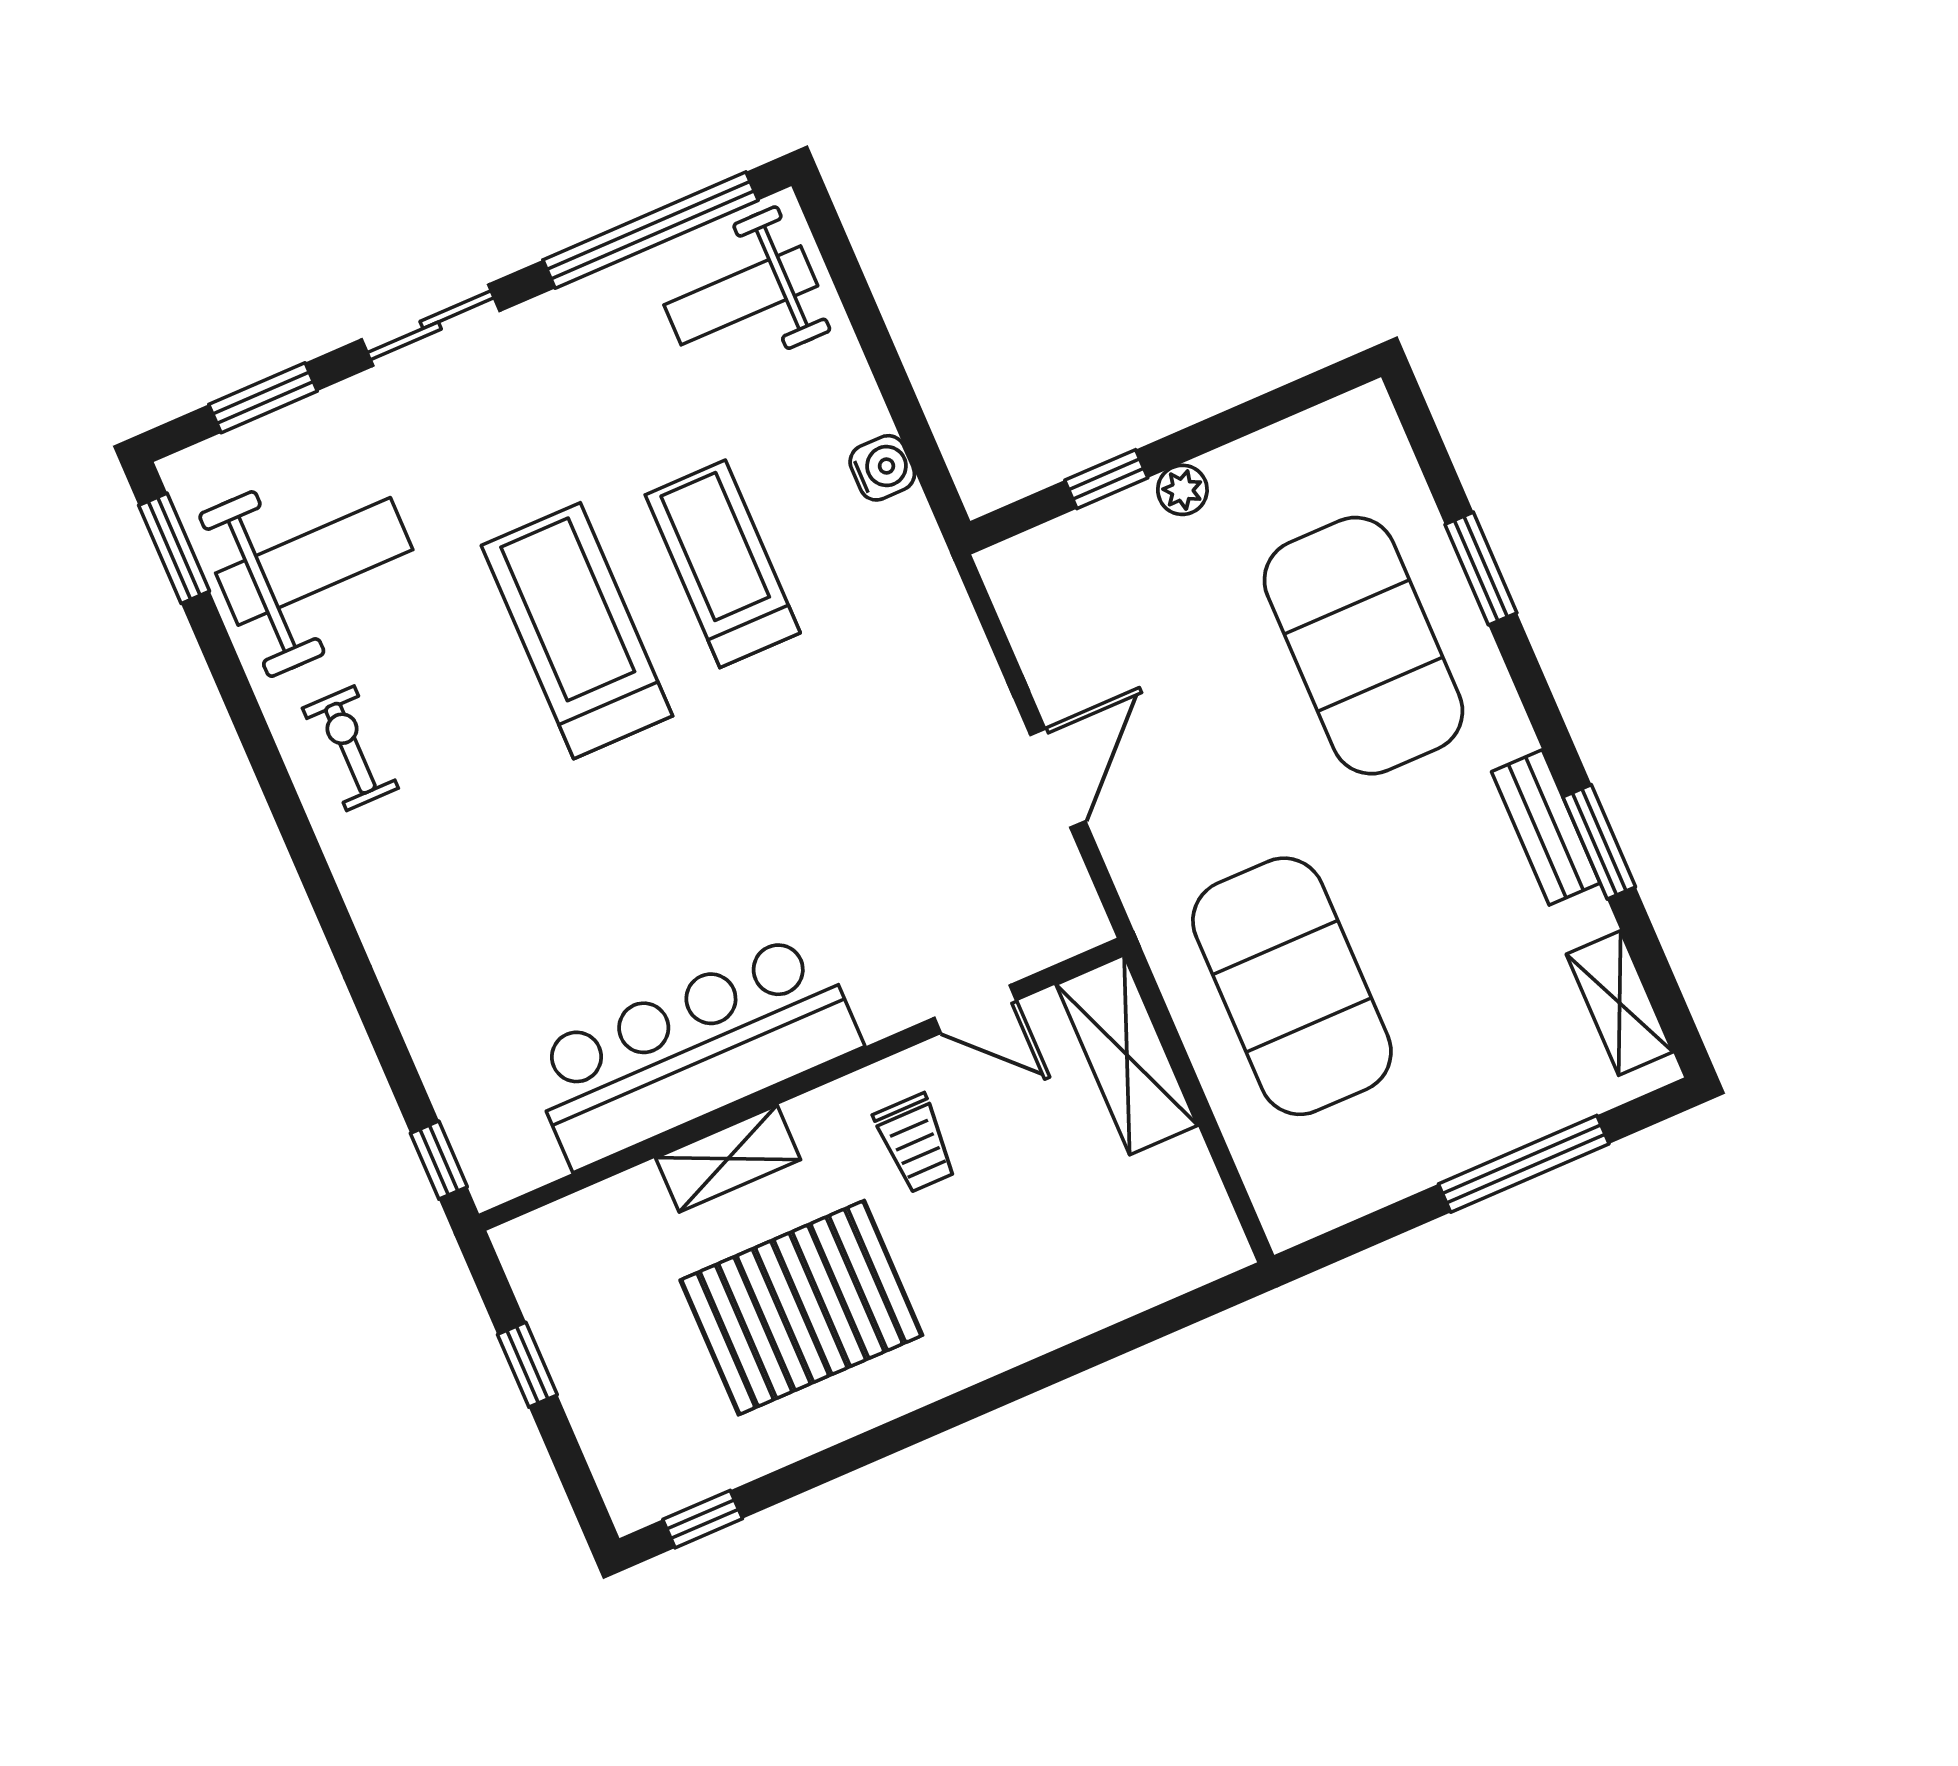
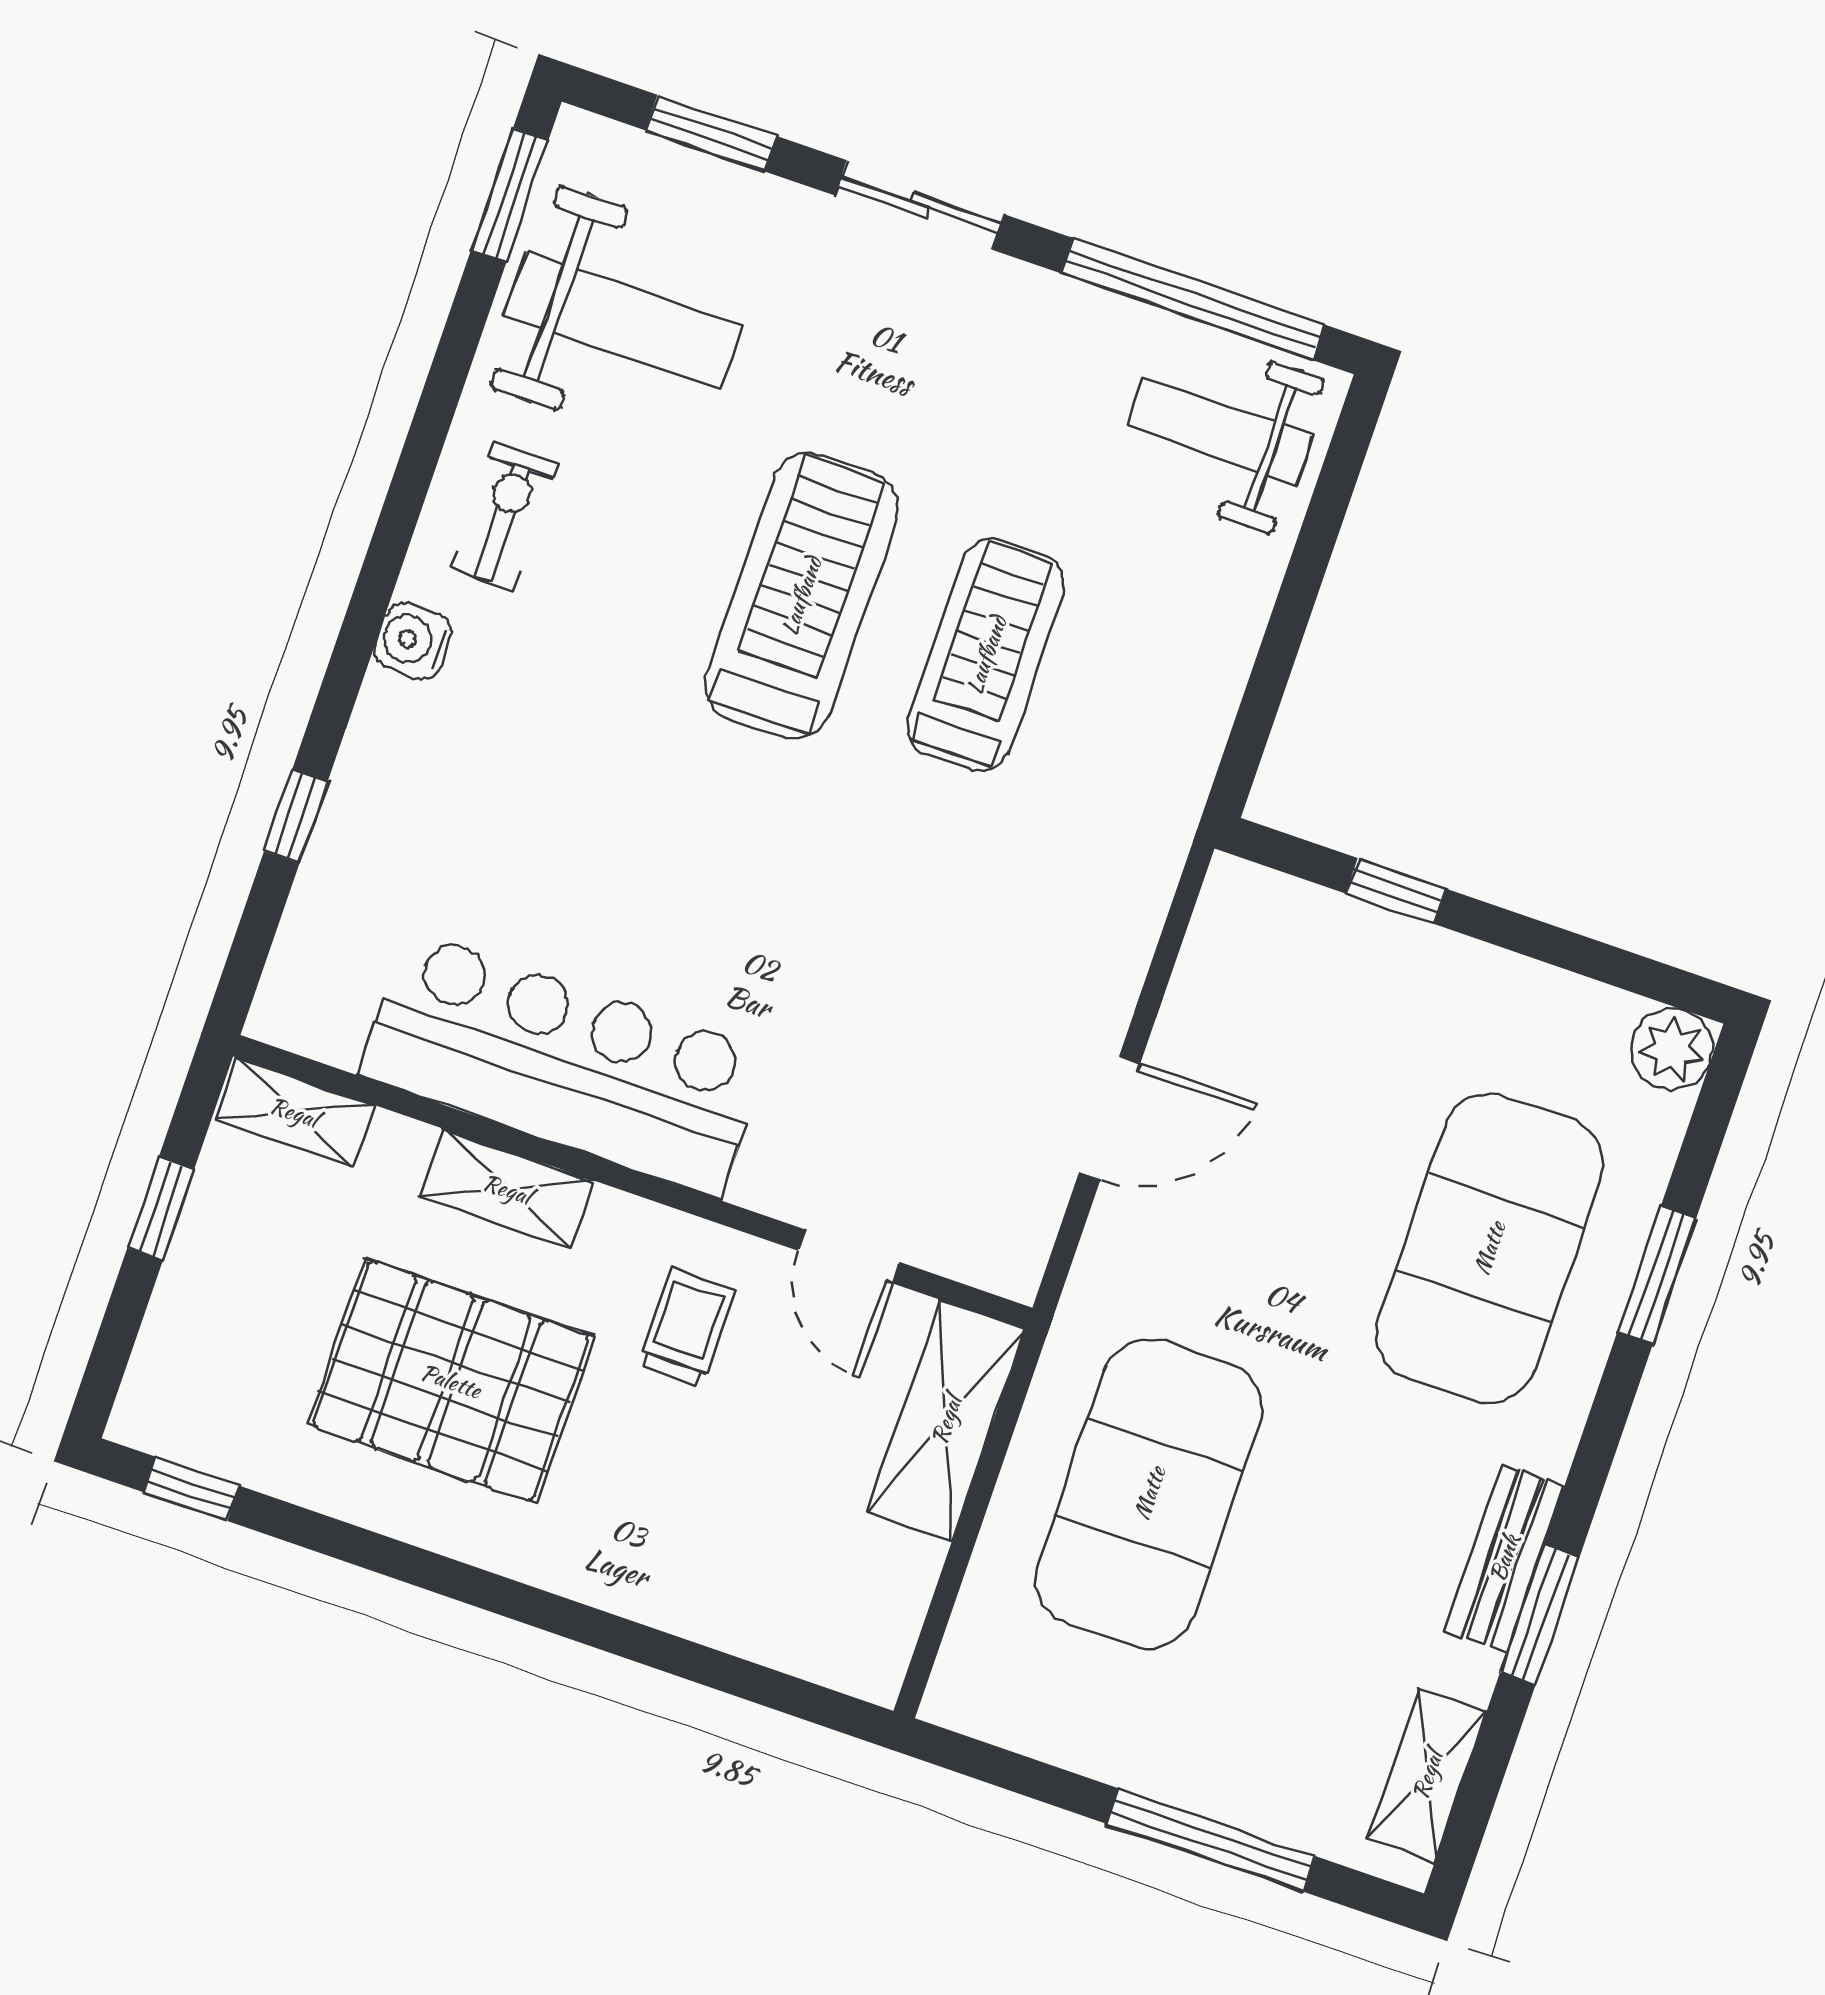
water cooler: (882, 468) -> (413, 641), moved, turned 180
plant: (1182, 490) -> (1672, 1049), moved, width x1.38, depth x1.38
trolley: (915, 1143) -> (686, 1327), turned 180
window: (439, 1160) -> (296, 816), moved
shelving: (555, 1231) -> (294, 1112), added

